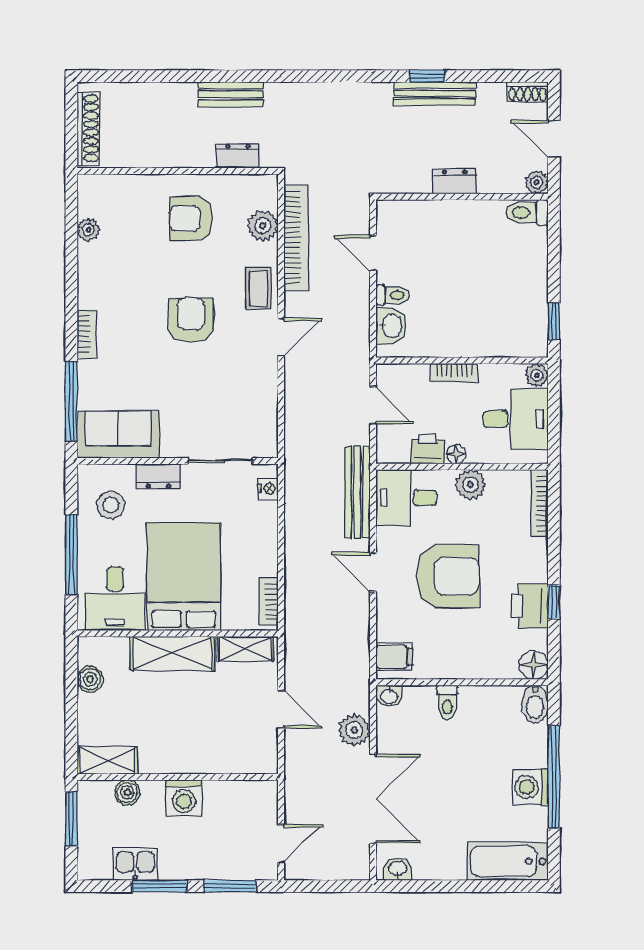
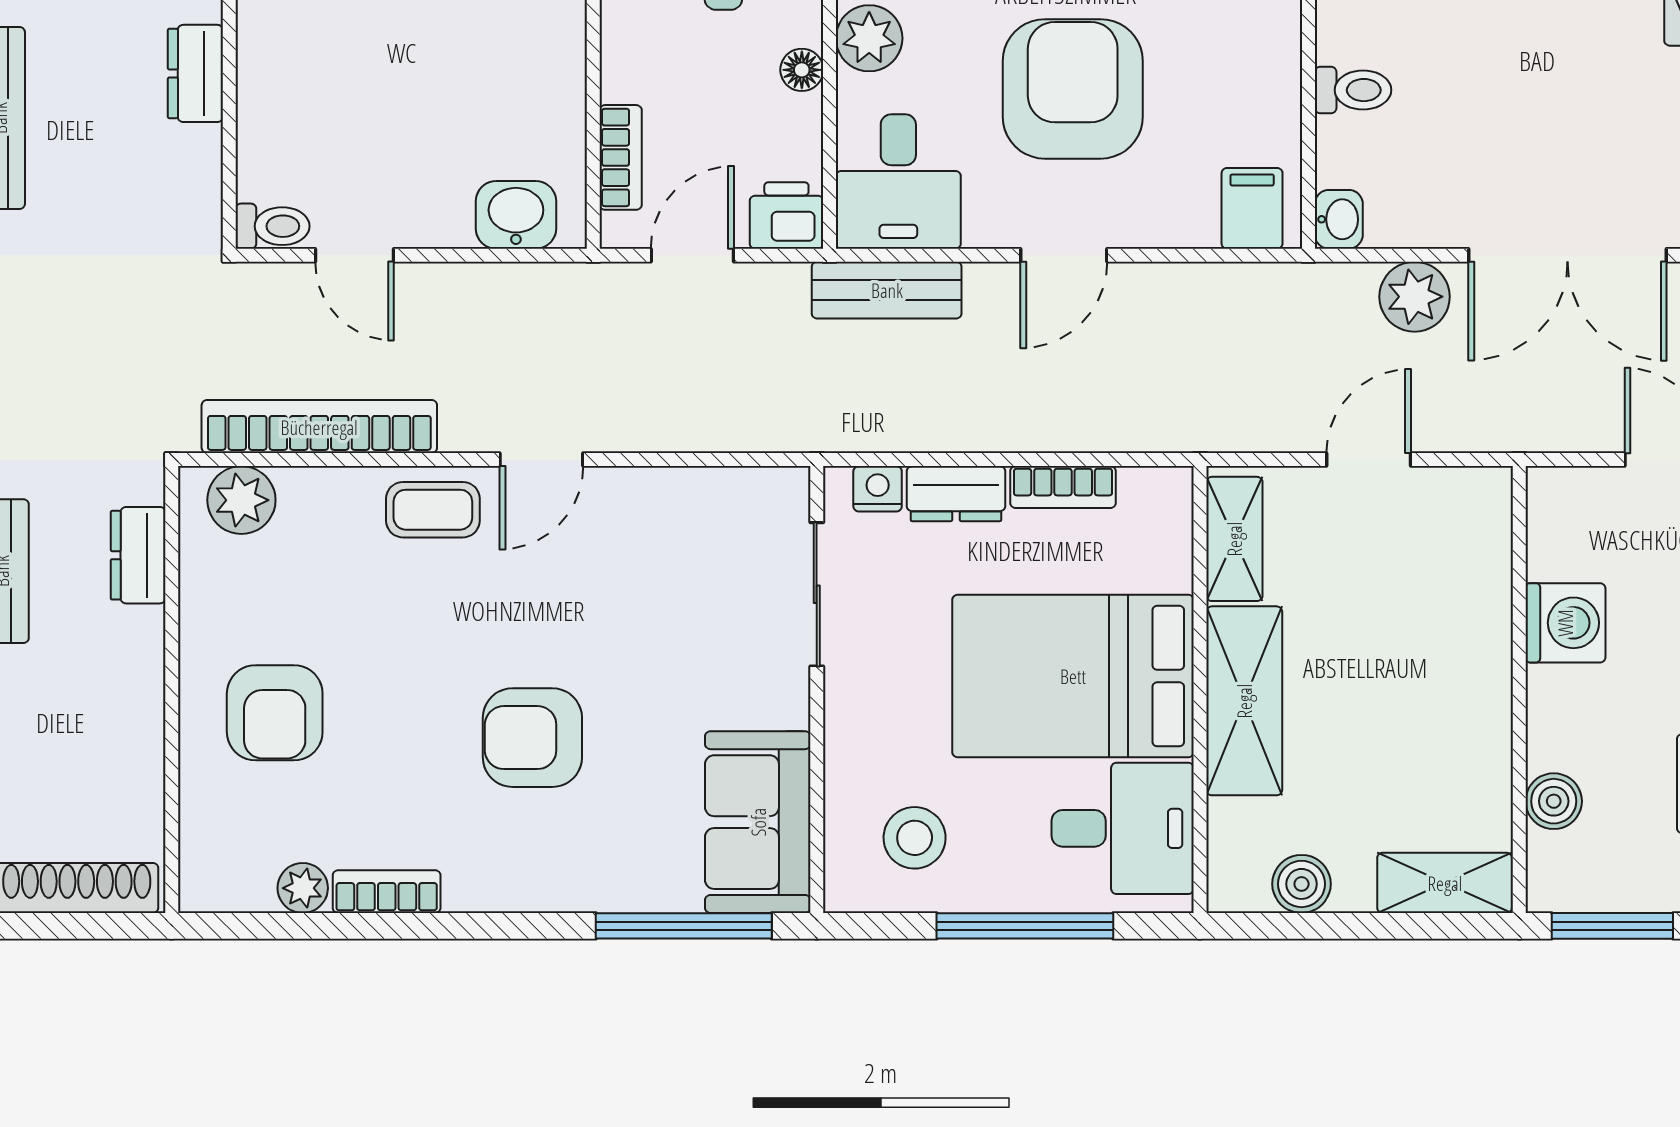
armchair: (191, 218) -> (275, 713), moved
plant: (263, 226) -> (241, 500), moved
door: (373, 253) -> (354, 255), hinge flipped
toilet: (392, 295) -> (273, 226), moved, turned 90
armchair: (191, 320) -> (532, 738), moved
bookcase: (87, 334) -> (387, 892), moved
door: (281, 337) -> (541, 460), swing flipped
bookcase: (454, 373) -> (621, 157), moved
printer: (428, 449) -> (786, 216), moved, turned 90
dresser: (158, 476) -> (956, 494), moved, turned 90
bench: (357, 492) -> (887, 290), width x0.73
bookcase: (269, 602) -> (1063, 487), moved
shelving: (107, 761) -> (1445, 883), moved, turned 90
washing machine: (184, 798) -> (1565, 623), moved
double door: (373, 799) -> (1567, 255), swing flipped

